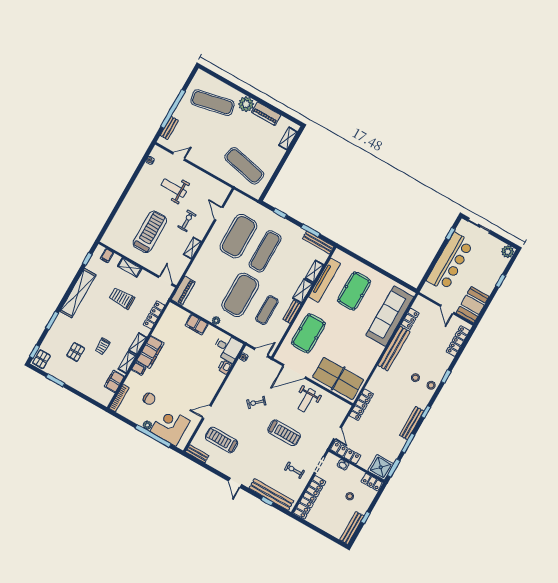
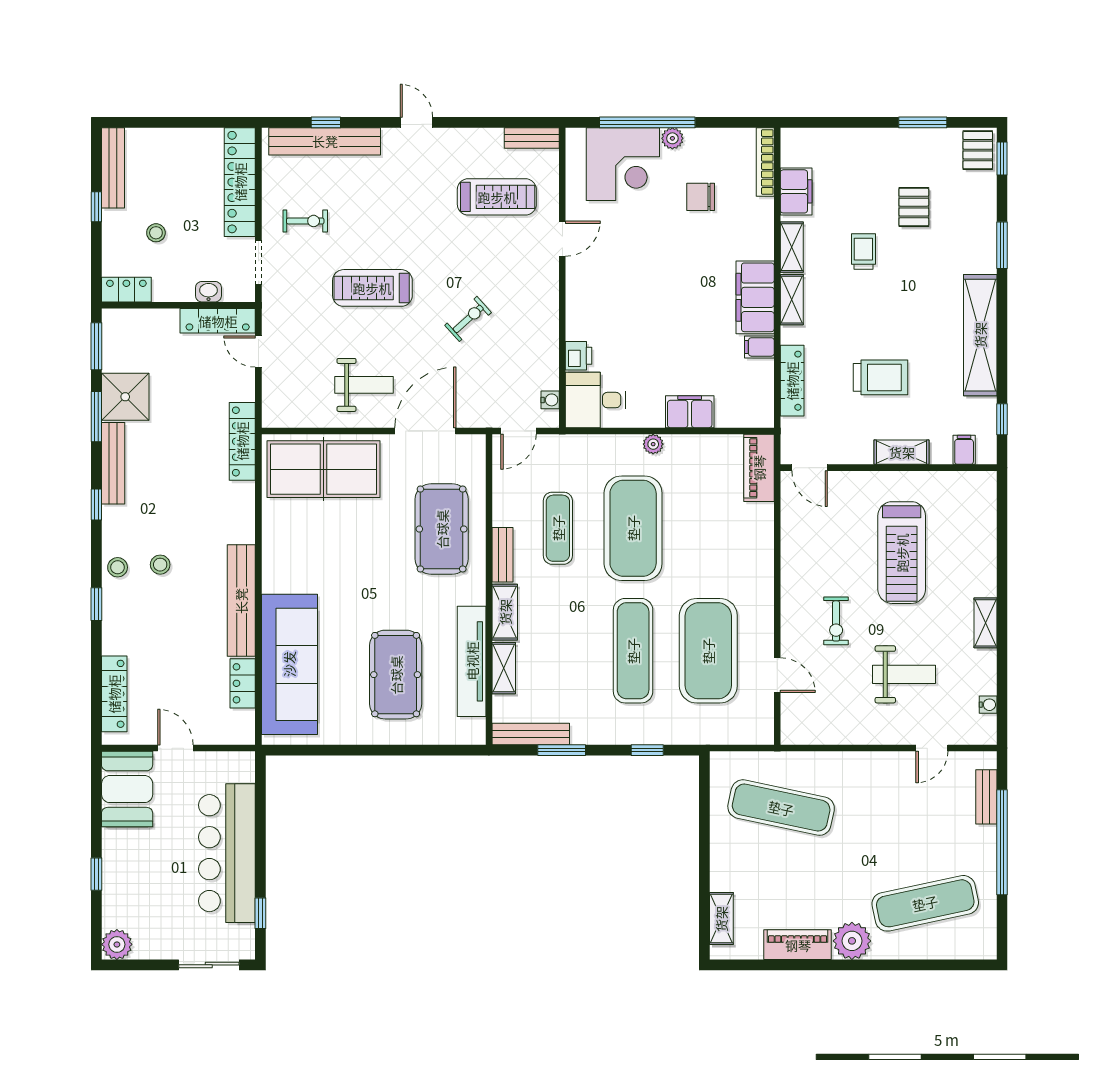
shelving: (192, 248) -> (985, 623), moved
filing cabinet: (139, 369) -> (759, 347), moved
weight bench: (307, 400) -> (364, 385), turned 90
shower: (381, 467) -> (125, 397), moved

